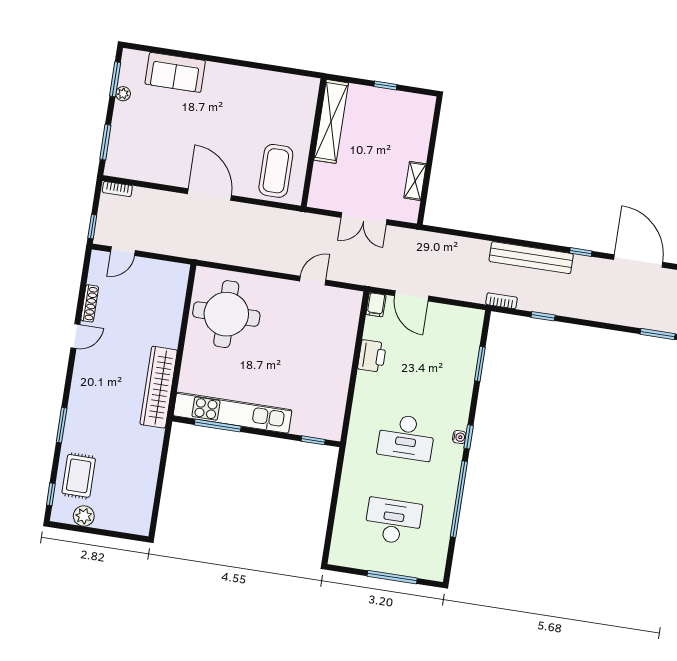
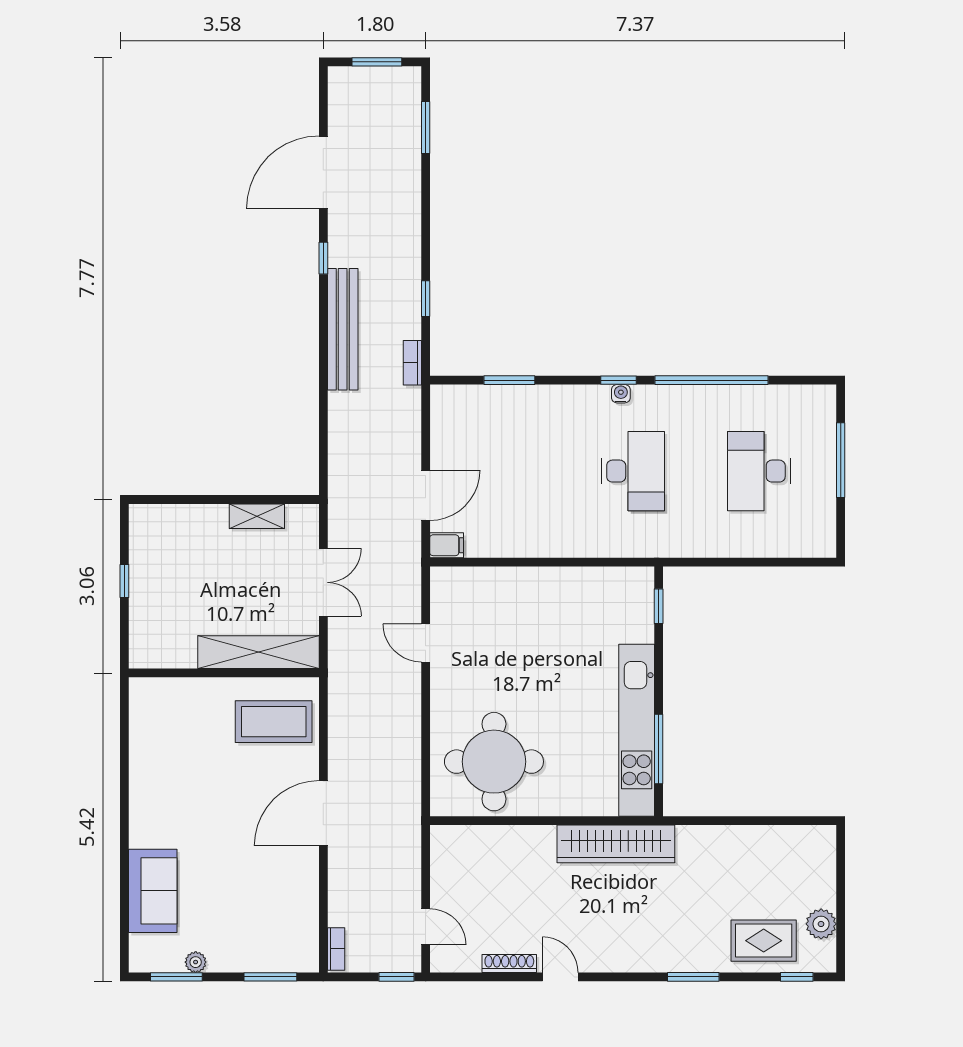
shelving: (331, 121) -> (258, 652), moved
printer: (372, 356) -> (522, 539), removed

